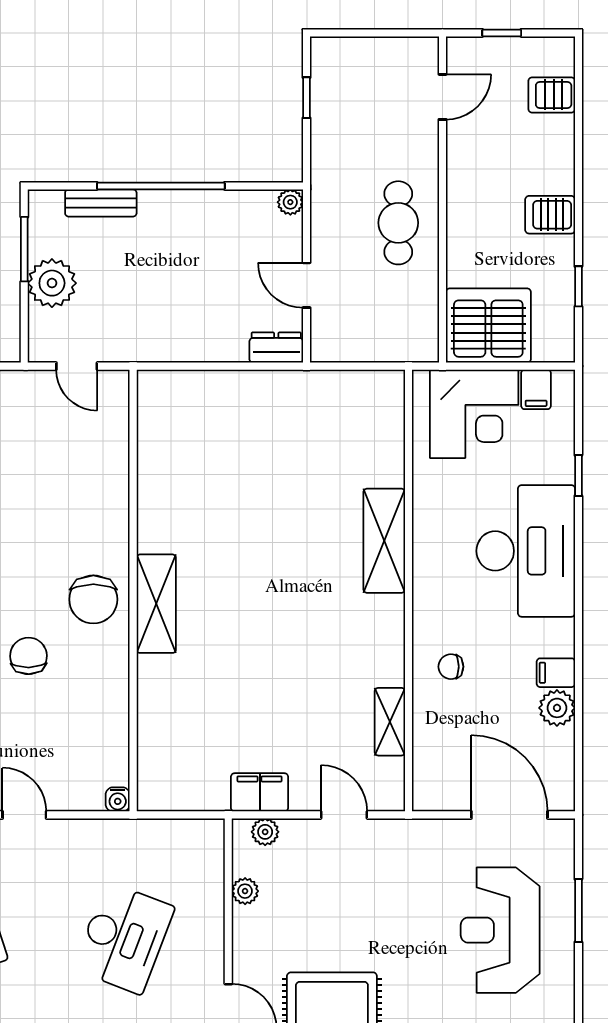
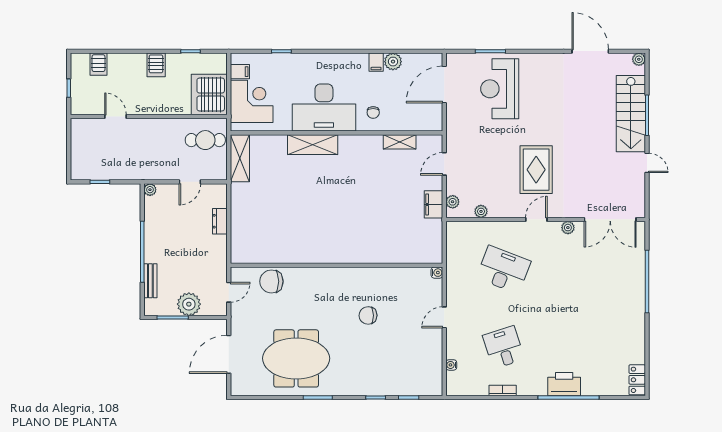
door: (442, 97) -> (116, 117), moved
cafe table: (398, 223) -> (205, 140), moved
dresser: (276, 348) -> (220, 221), moved
desk: (526, 551) -> (324, 108), moved, turned 180
chair: (93, 599) -> (271, 281), moved, turned 180
shelving: (156, 604) -> (240, 158), moved, turned 90
reception desk: (500, 930) -> (500, 89), turned 90

